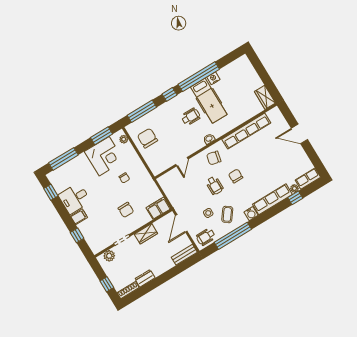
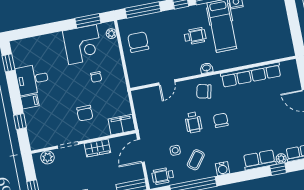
wardrobe: (265, 97) -> (286, 45), removed
window: (63, 159) -> (36, 31), removed
row of seats: (272, 199) -> (259, 160), width x0.68

